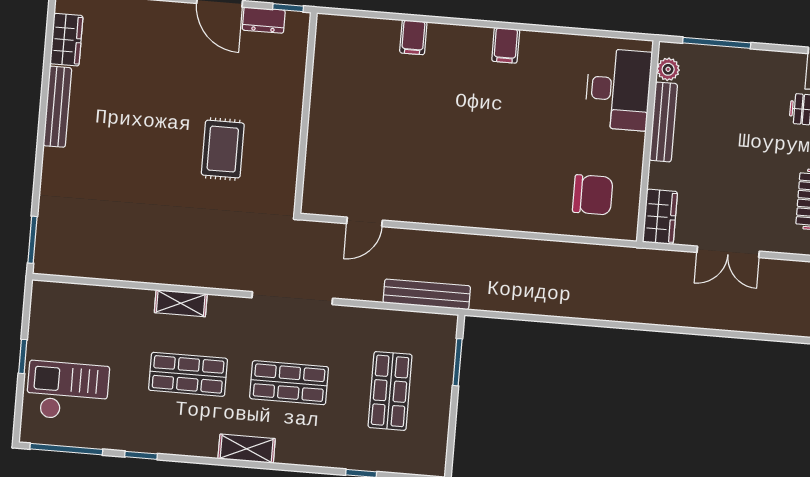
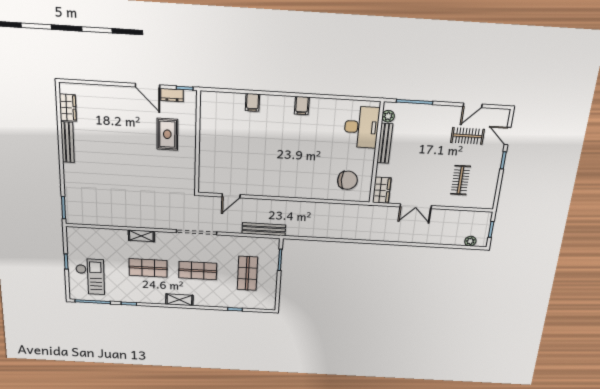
rug: (223, 149) -> (167, 134), moved
checkout: (68, 391) -> (90, 277), turned 90

